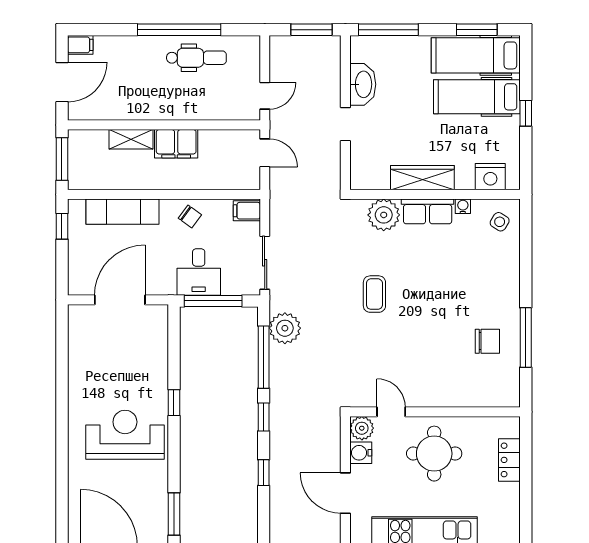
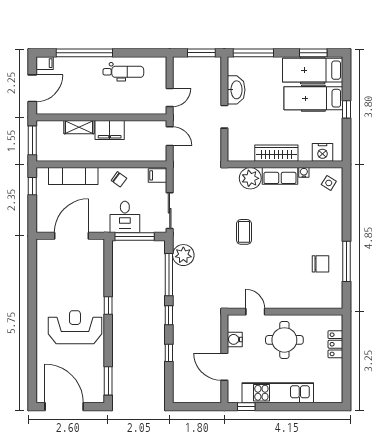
window: (179, 30) -> (84, 53), moved
plant: (362, 428) -> (235, 323), removed

